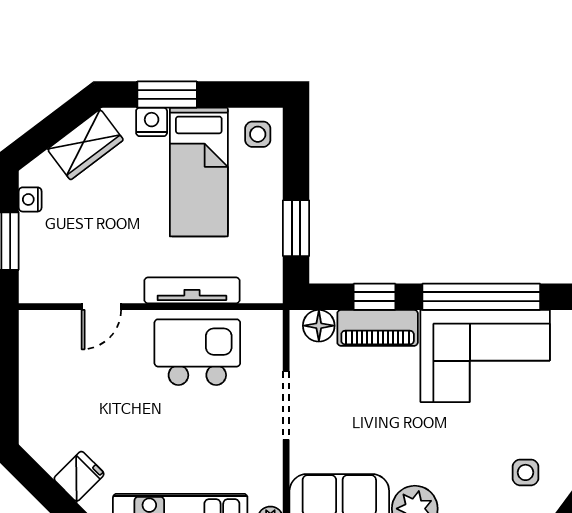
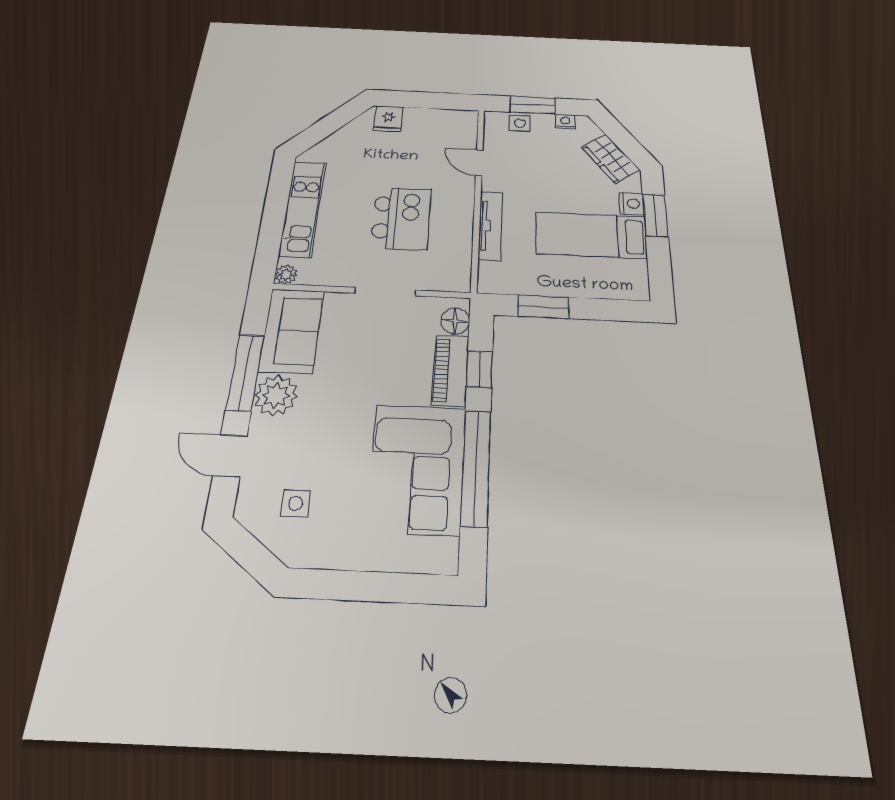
side table: (258, 134) -> (520, 123), moved
kitchen island: (197, 352) -> (401, 218), moved
fridge: (79, 476) -> (388, 119), moved, turned 45

